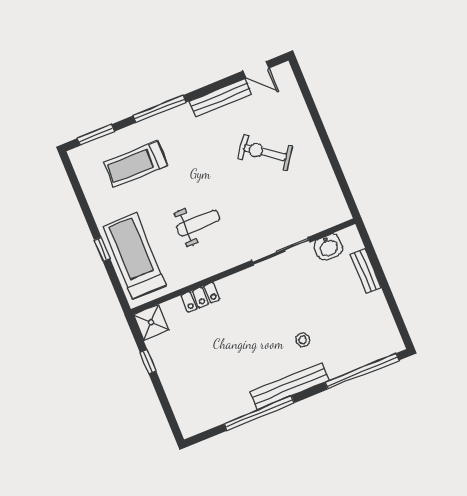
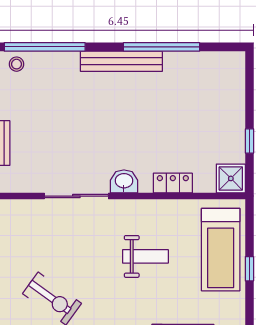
weight bench: (198, 223) -> (145, 256), turned 180
washbasin: (328, 247) -> (124, 181), moved
stool: (303, 340) -> (17, 64), moved

